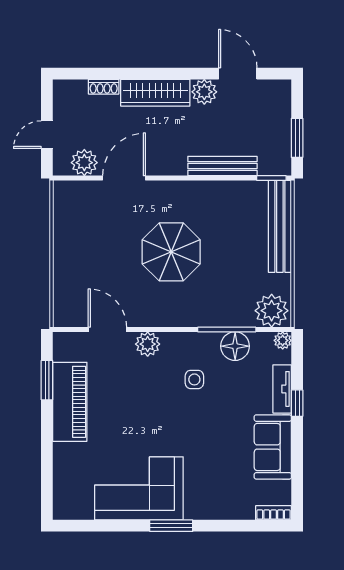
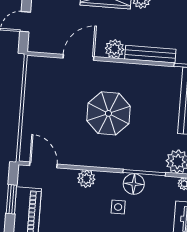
plant: (84, 163) -> (115, 49), moved
door: (107, 329) -> (43, 165), moved
floor lamp: (235, 346) -> (134, 184), moved

